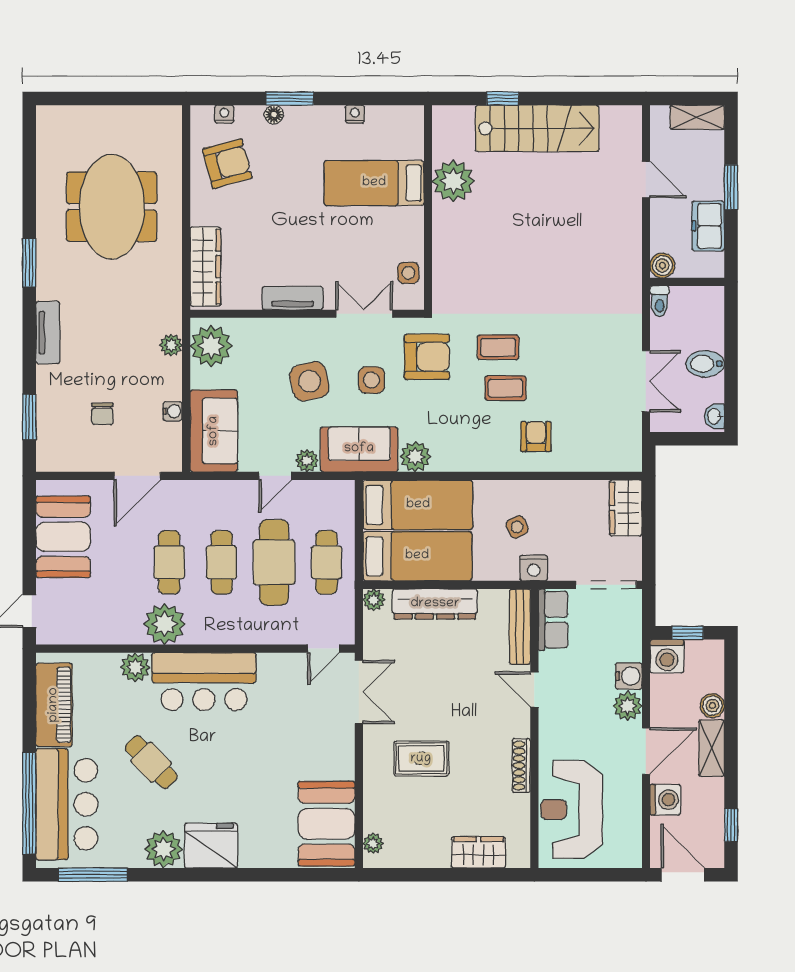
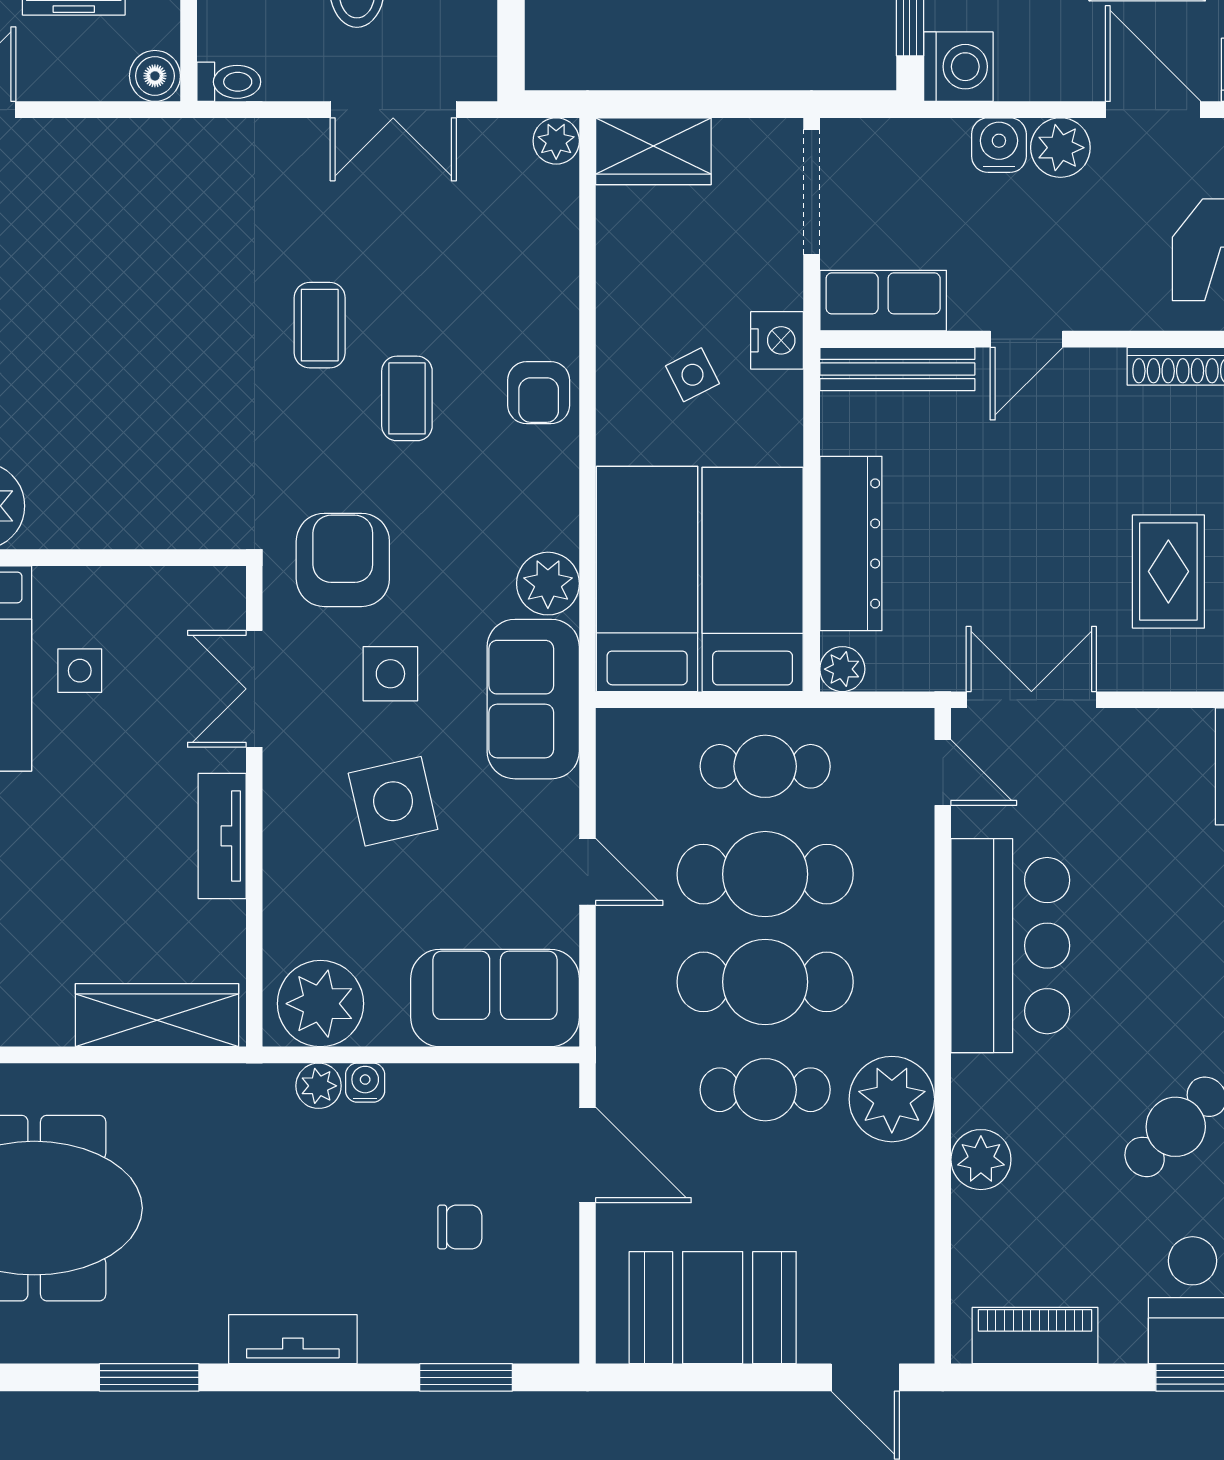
side table: (408, 273) -> (80, 671), moved
coffee table: (498, 347) -> (320, 325), moved
double door: (646, 381) -> (393, 110), swing flipped
water cooler: (173, 411) -> (365, 1083), moved
armchair: (536, 437) -> (539, 393), moved, turned -90
plant: (307, 461) -> (556, 141), moved
cafe table: (222, 562) -> (765, 982), width x1.37, depth x1.35
bar counter: (204, 682) -> (1010, 946), moved
piano: (54, 705) -> (1035, 1336), width x0.73, depth x0.75

